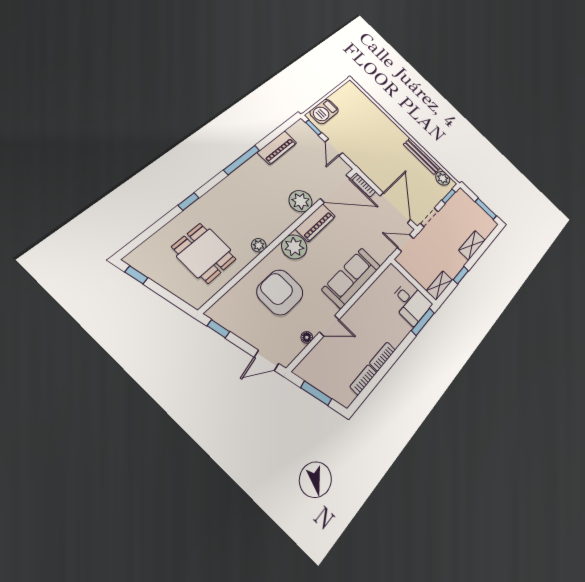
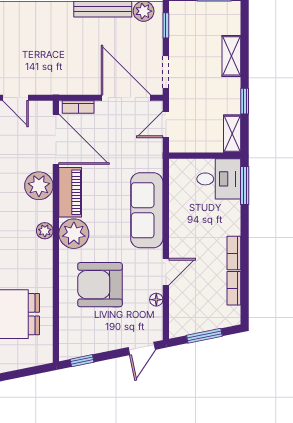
door: (335, 188) -> (56, 139), hinge flipped
plant: (259, 245) -> (45, 231), moved

